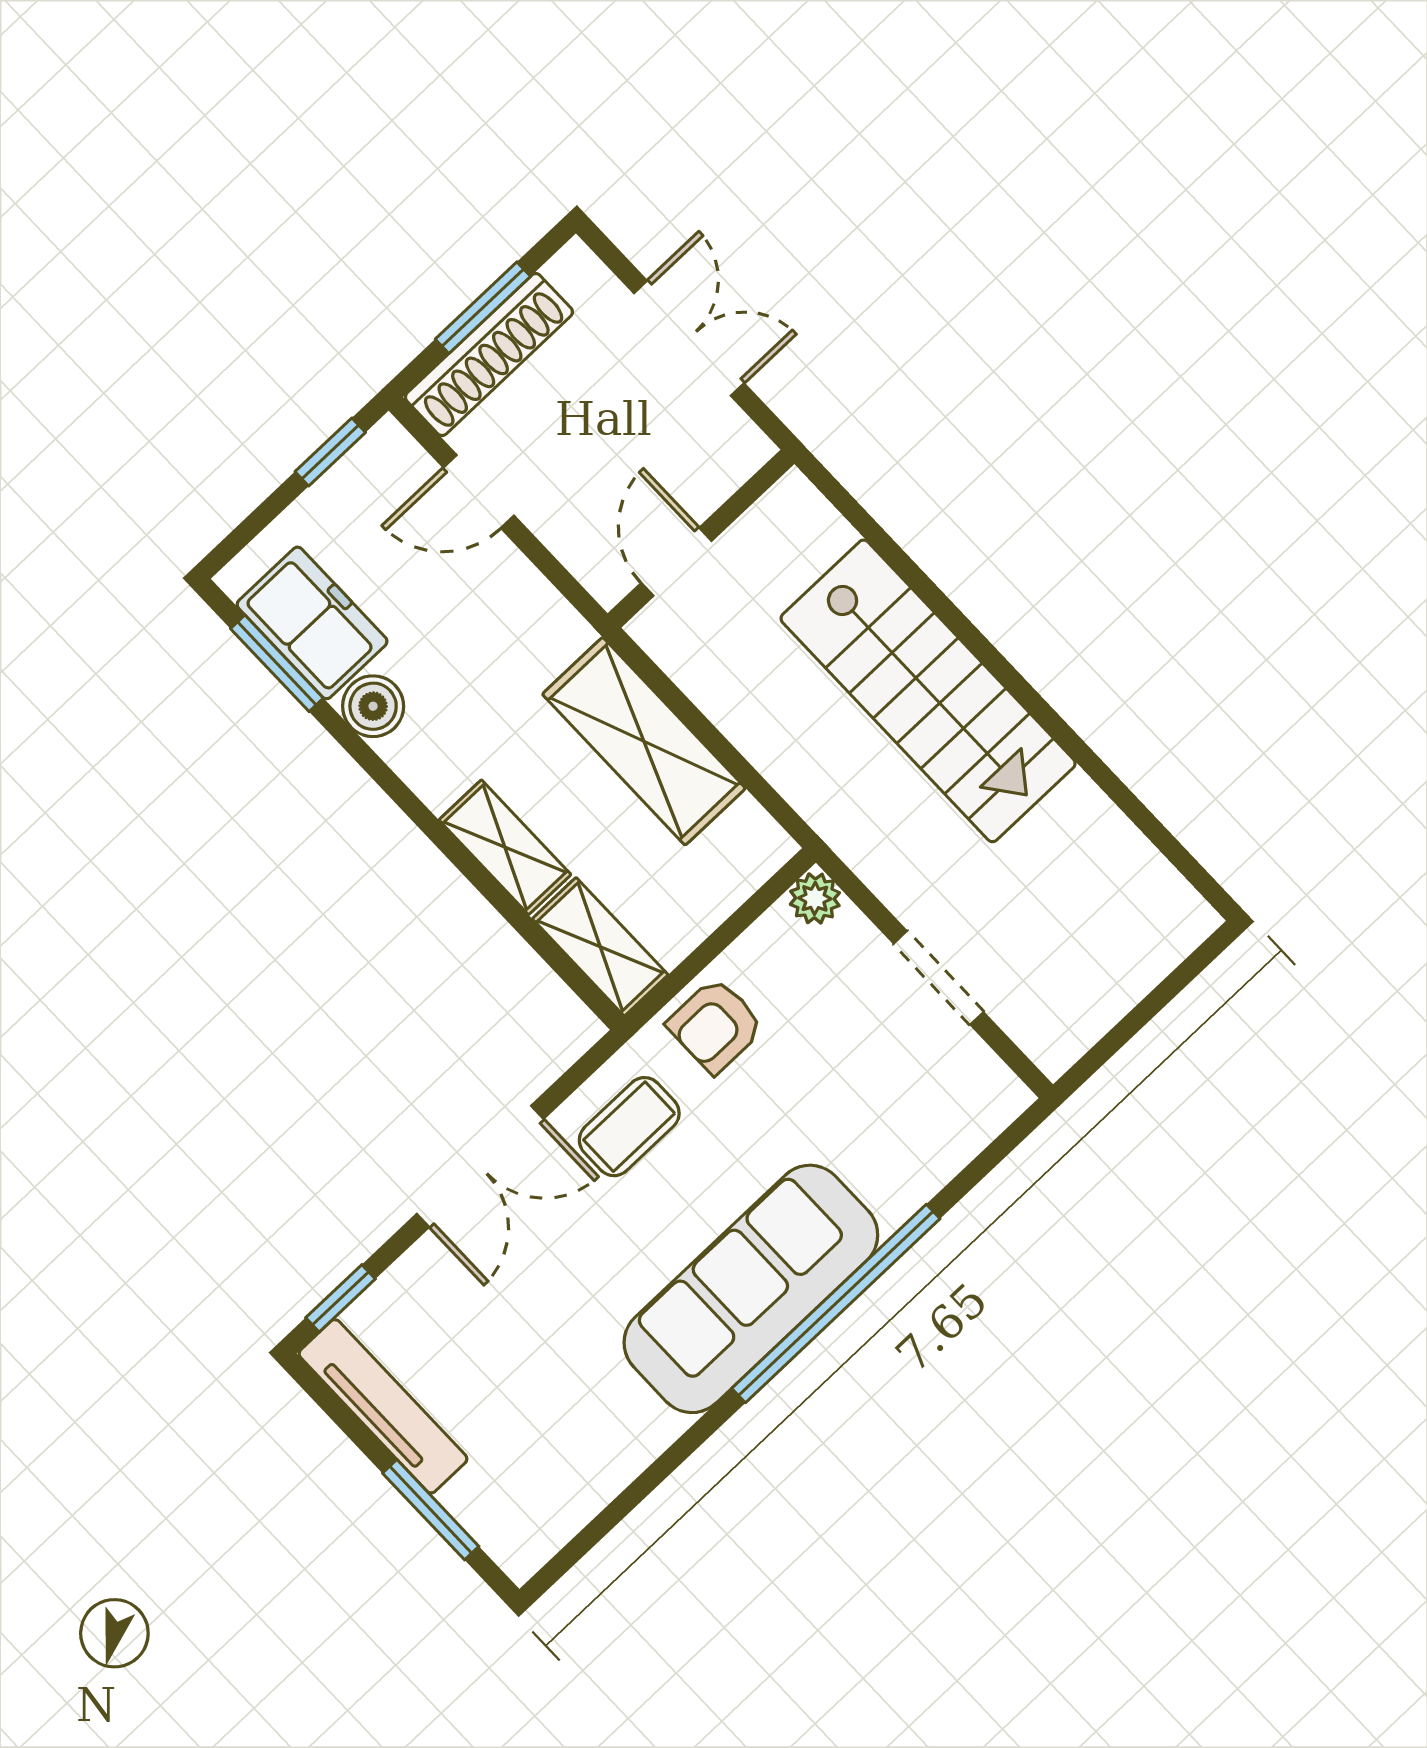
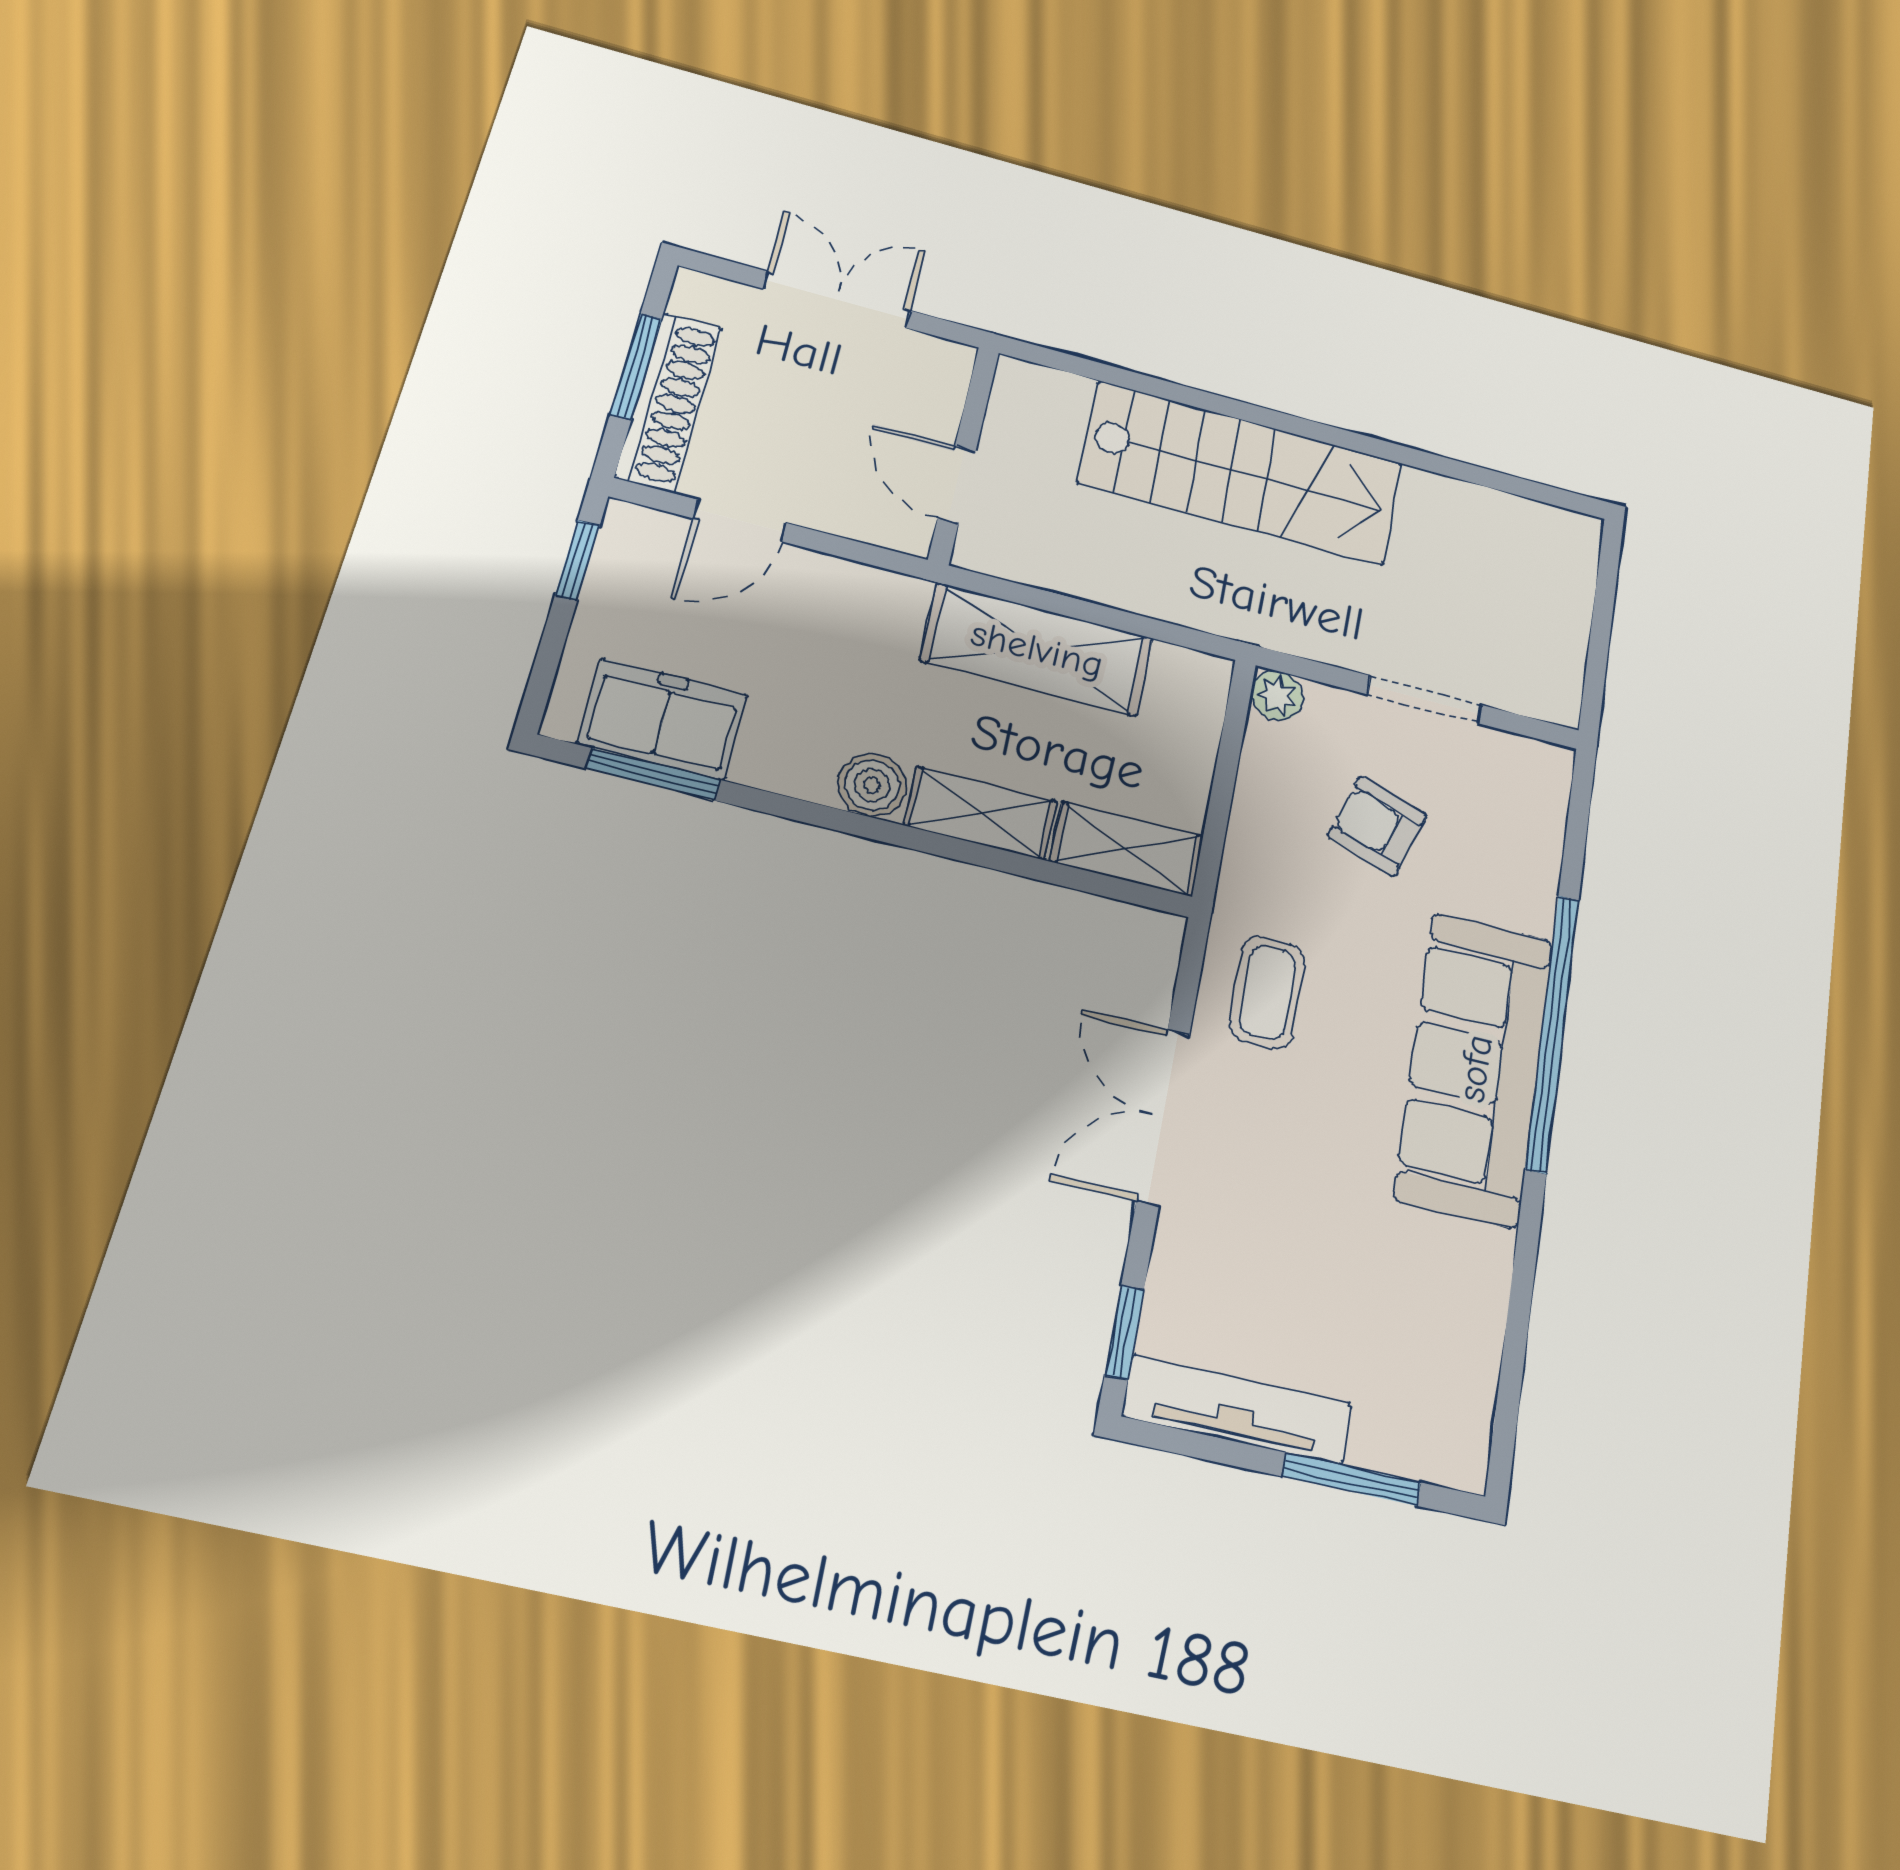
boiler: (373, 706) -> (872, 785), moved
armchair: (715, 1025) -> (1377, 826), moved, turned 108
double door: (480, 1166) -> (1163, 1117), swing flipped

